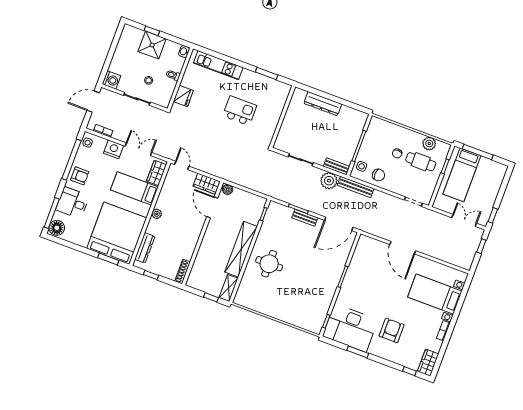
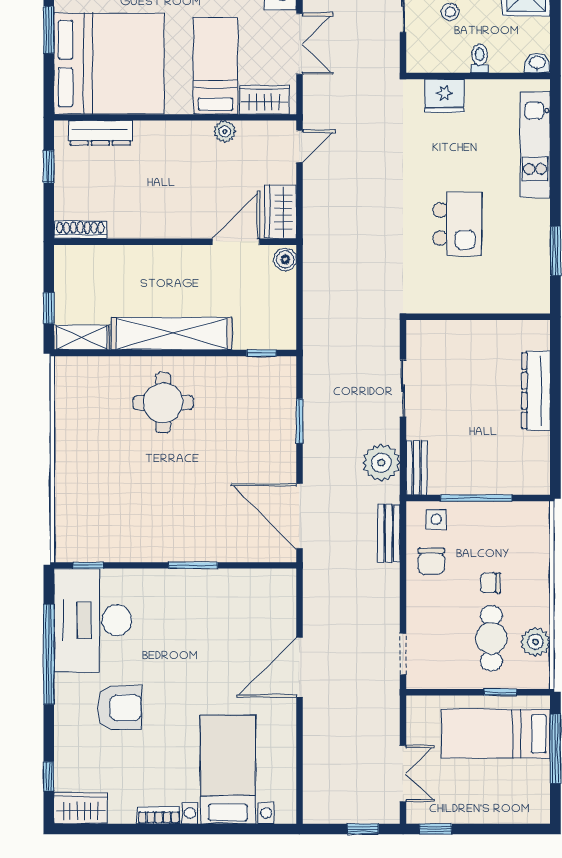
bench: (356, 187) -> (389, 533), width x0.73
plant: (157, 214) -> (225, 131), moved
bench: (305, 218) -> (286, 441), removed
window: (108, 259) -> (49, 30), moved
window: (358, 352) -> (49, 654), width x2.11

